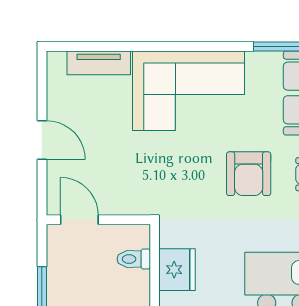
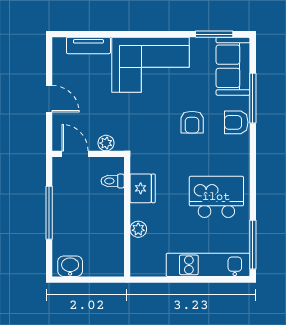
armchair: (249, 174) -> (192, 122), width x0.72, depth x0.72
plant: (124, 204) -> (106, 143), added

